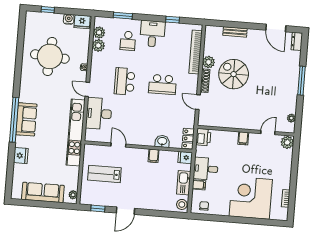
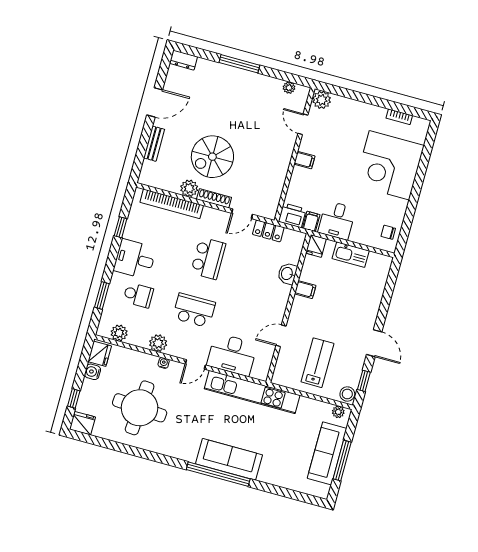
door: (276, 28) -> (155, 102), moved
plant: (98, 45) -> (158, 343), moved
school desk: (125, 81) -> (194, 310), turned 180
sofa: (26, 119) -> (229, 459), width x1.36
locker: (188, 139) -> (268, 231), moved
fridge: (21, 156) -> (82, 423), moved
lab bench: (104, 174) -> (317, 363), turned 180
filing cabinet: (199, 185) -> (311, 221), moved
window: (40, 204) -> (342, 460), added
stool: (182, 204) -> (347, 394), moved

